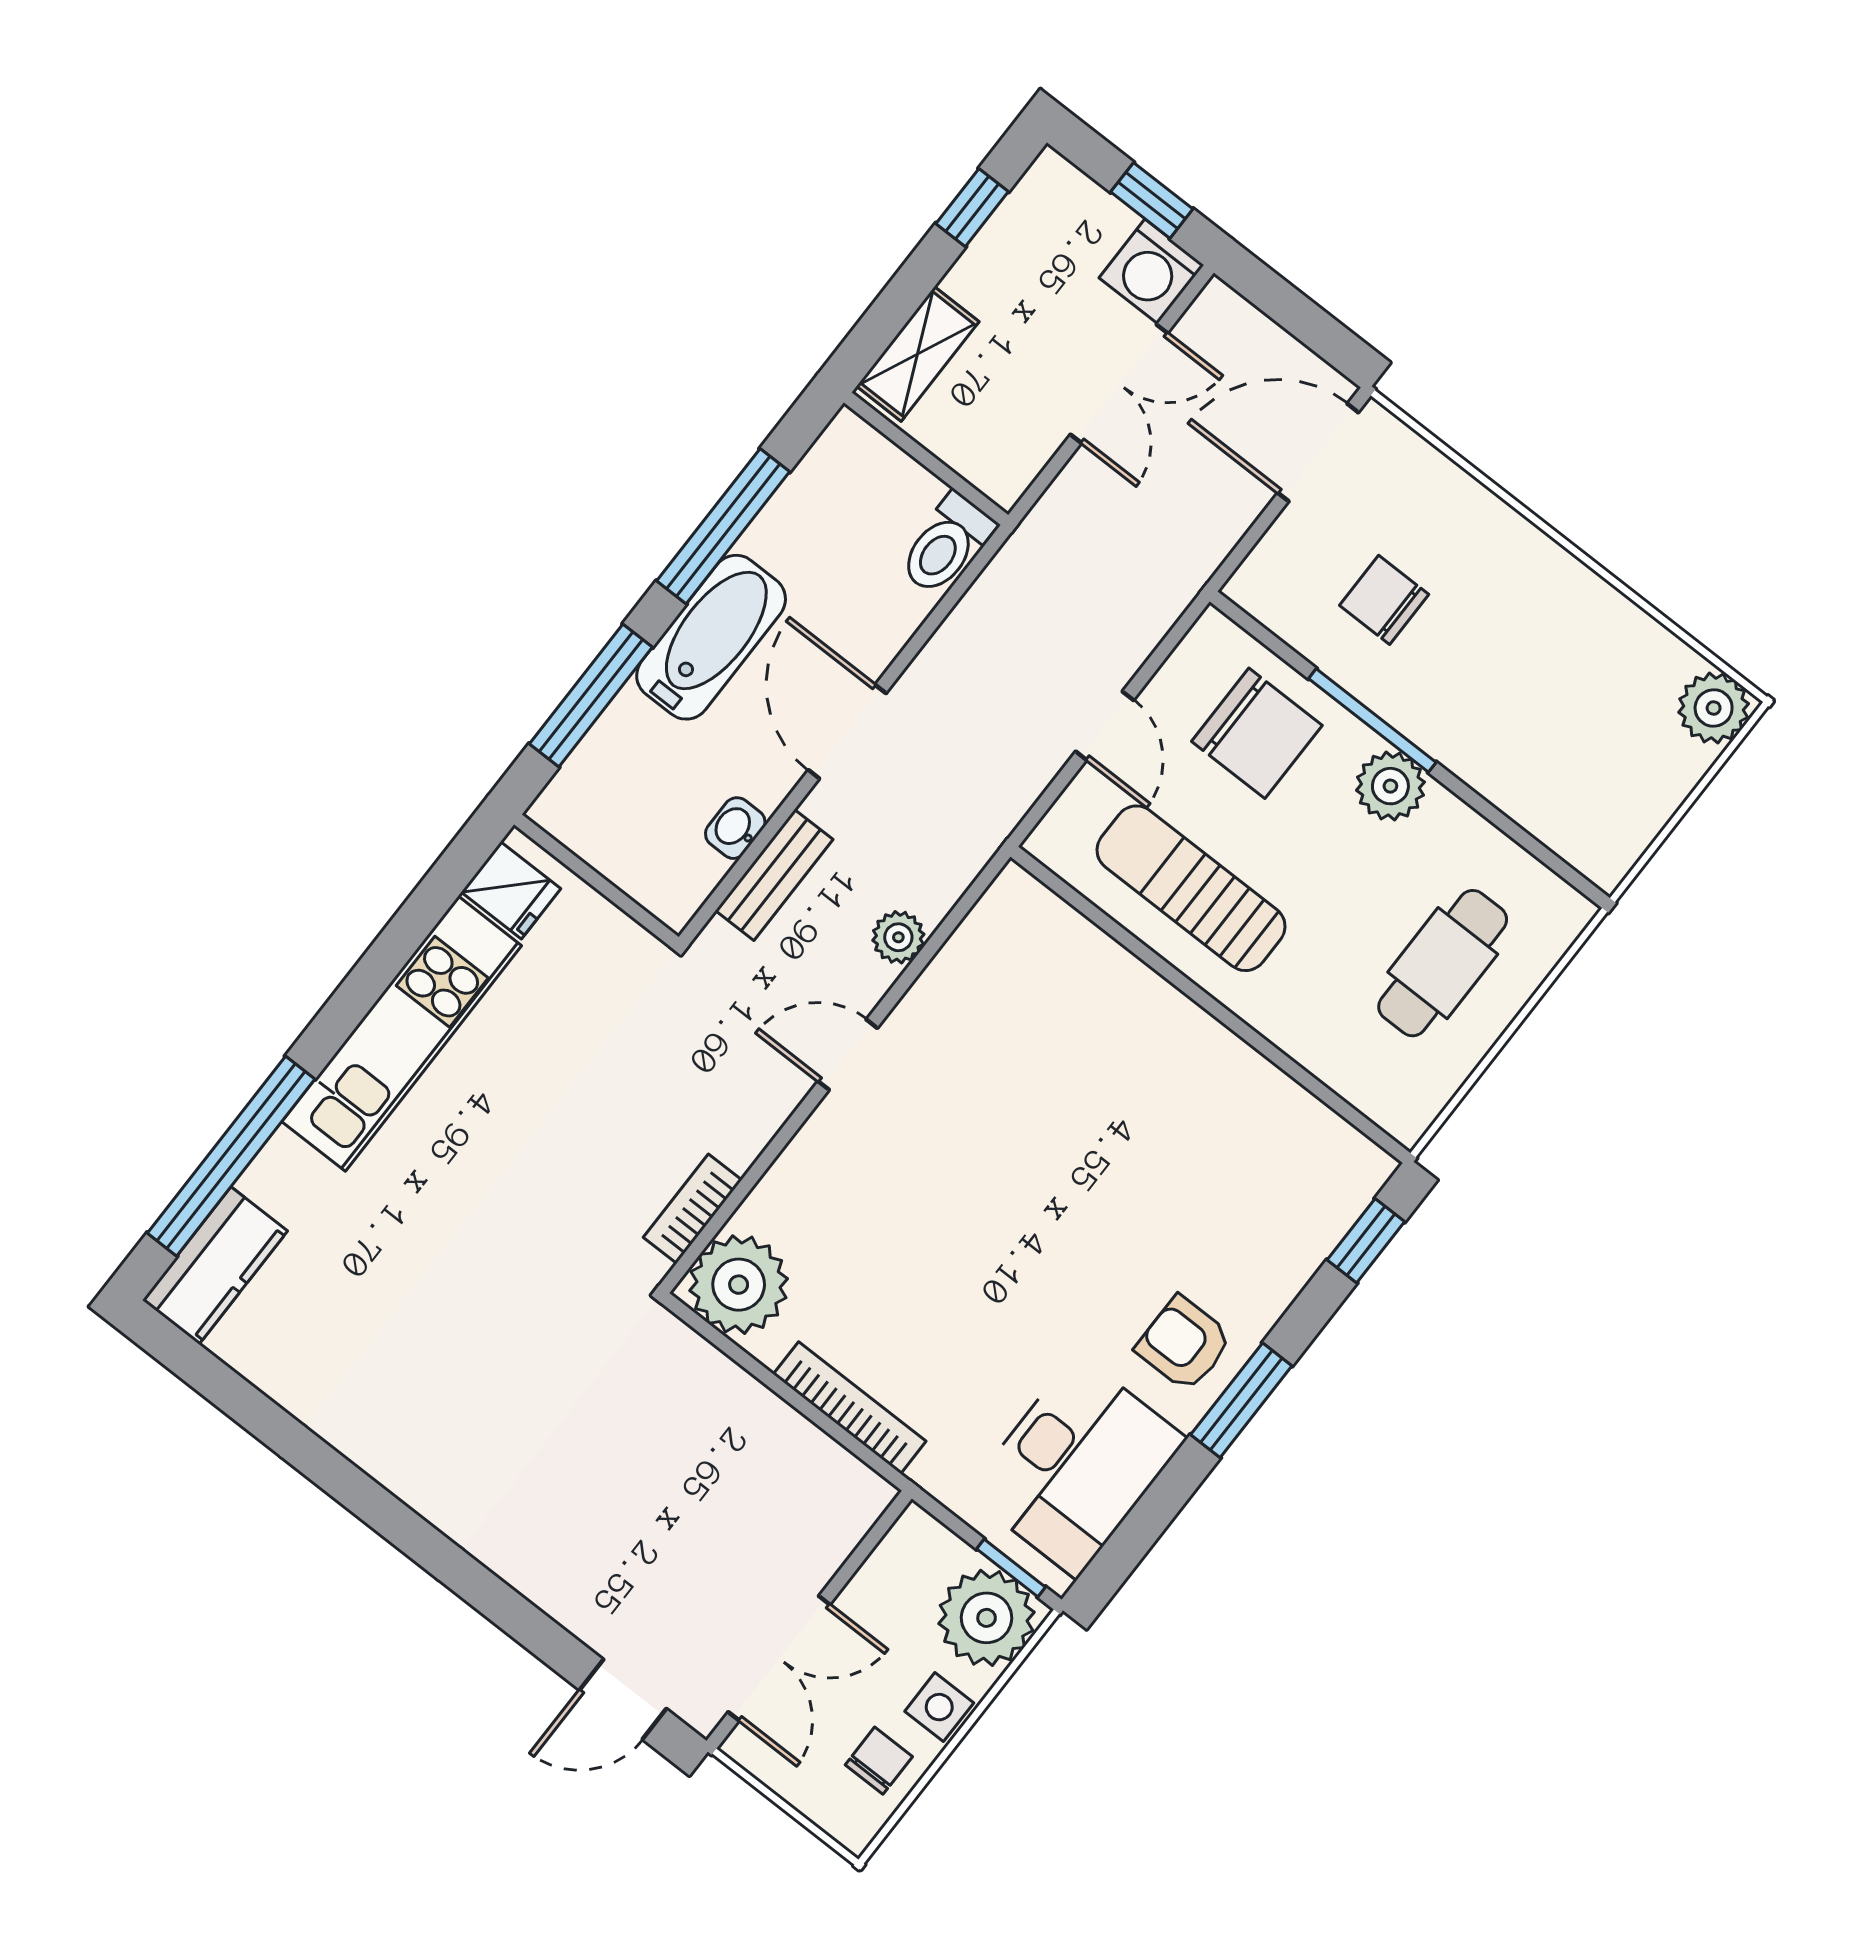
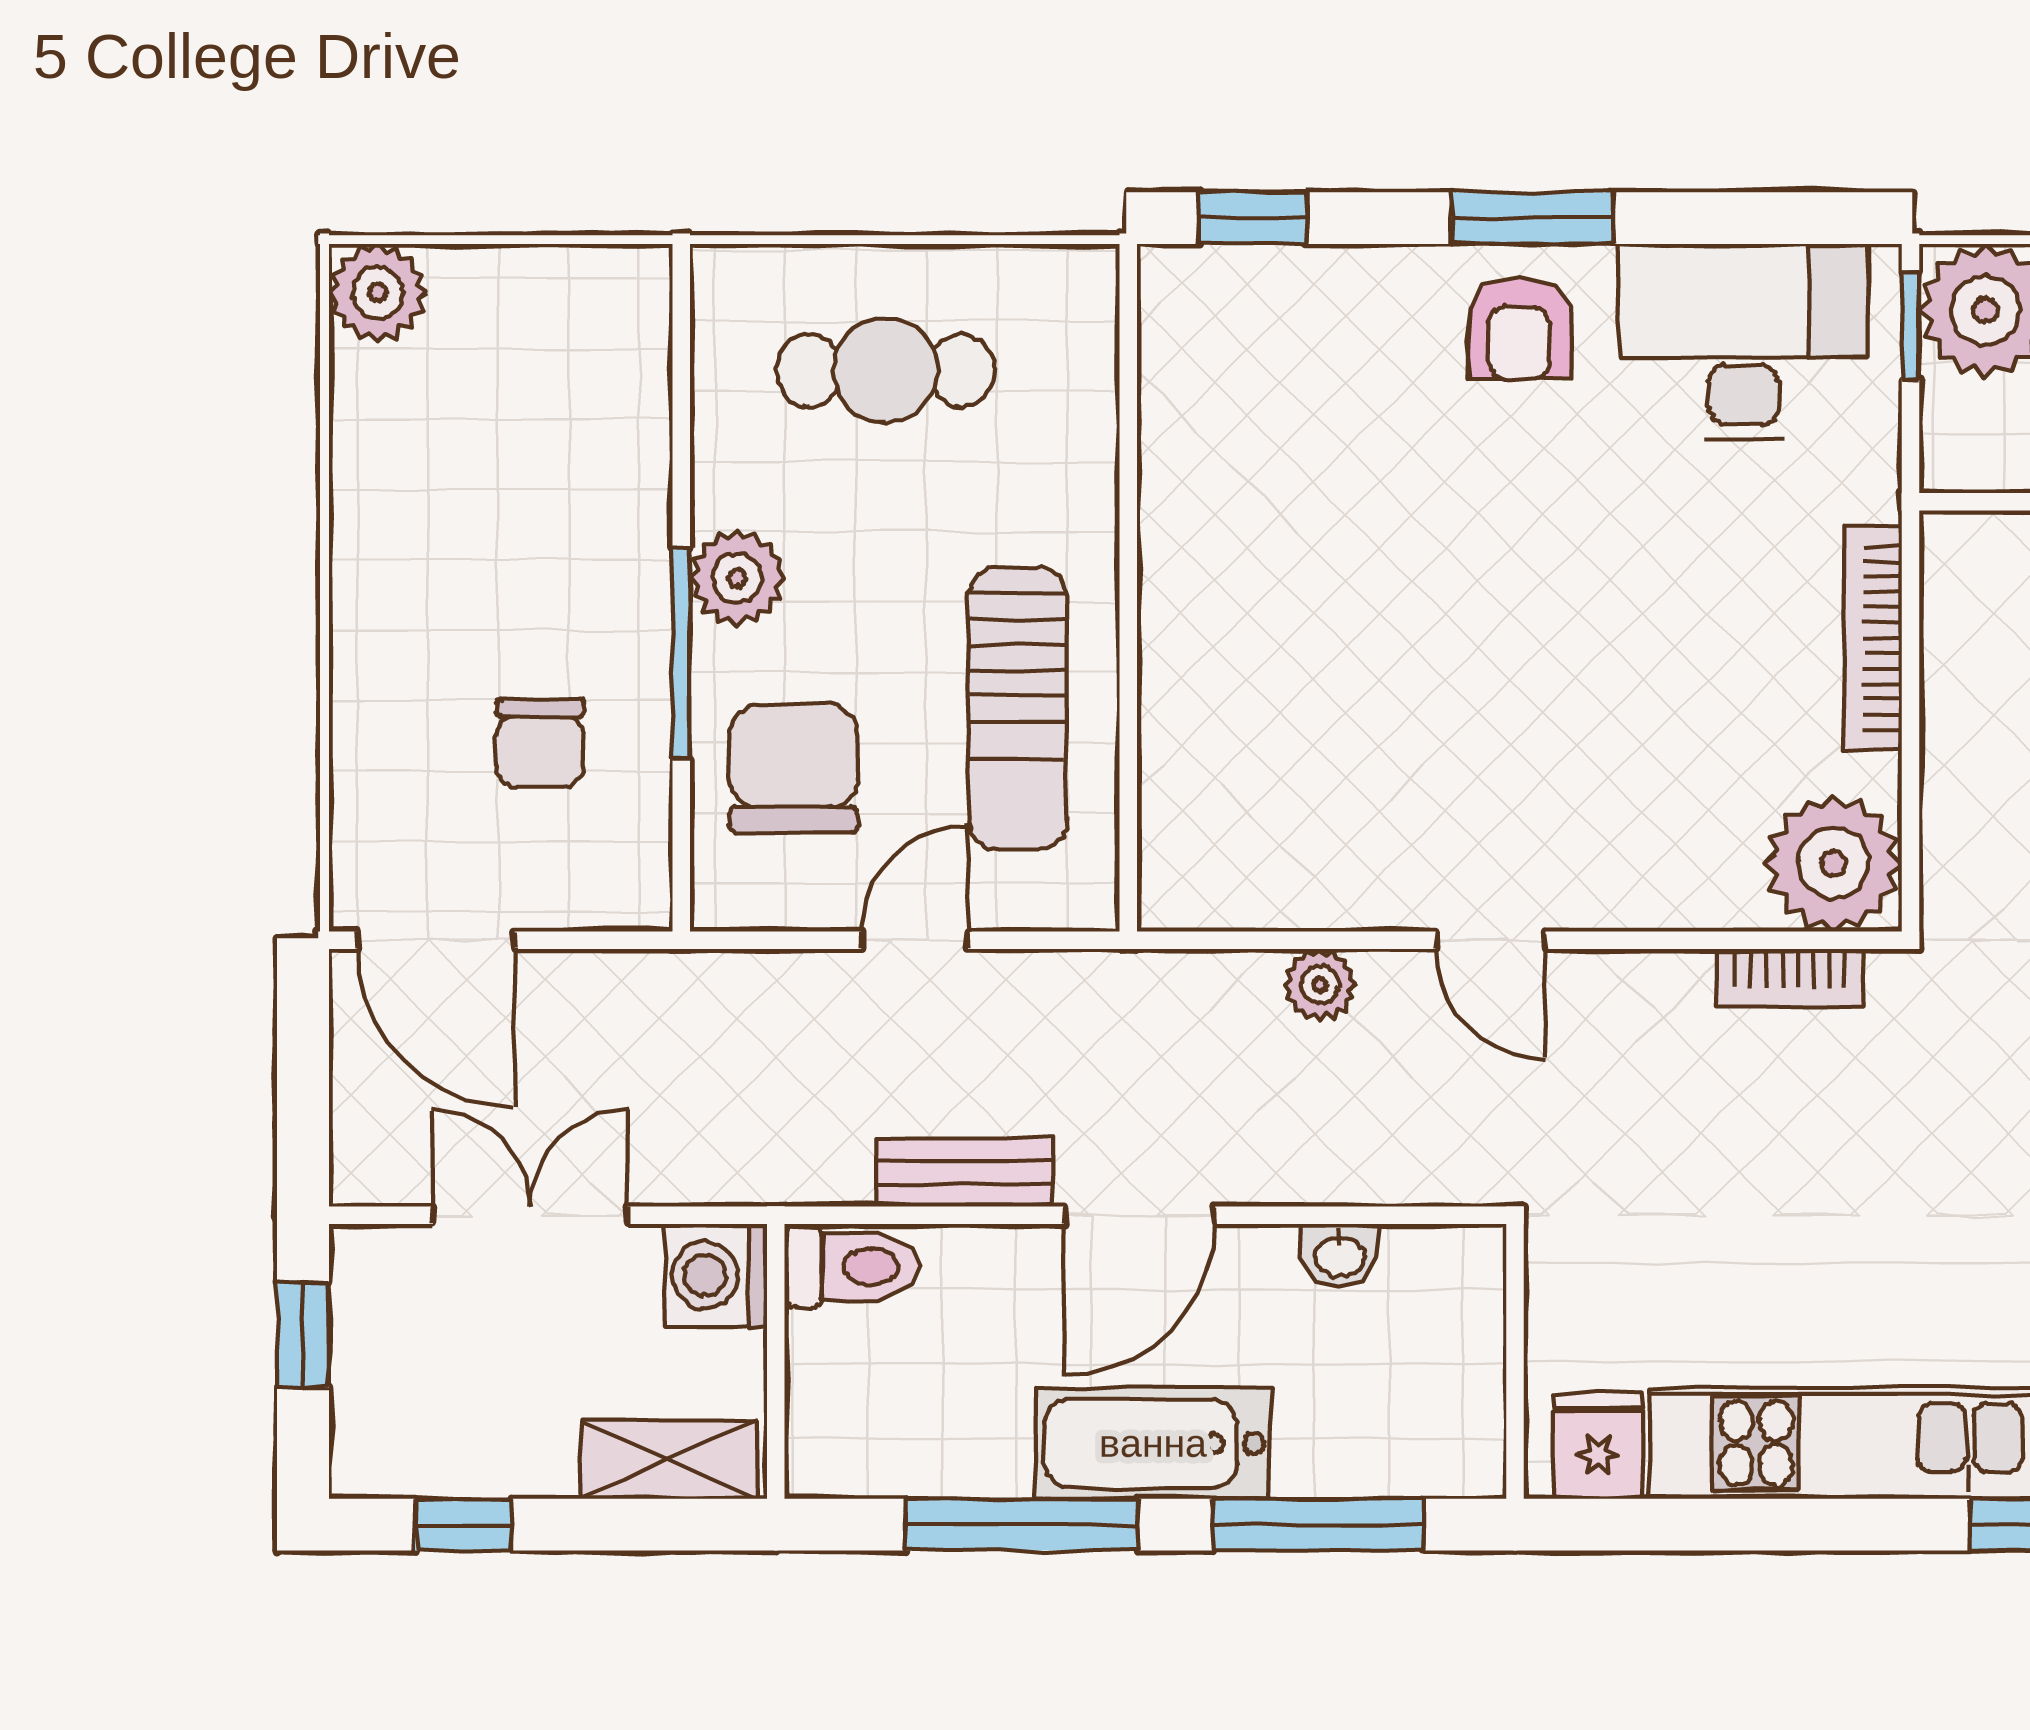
washing machine: (1151, 271) -> (715, 1276), moved, turned 180
bench: (774, 875) -> (964, 1173), moved

